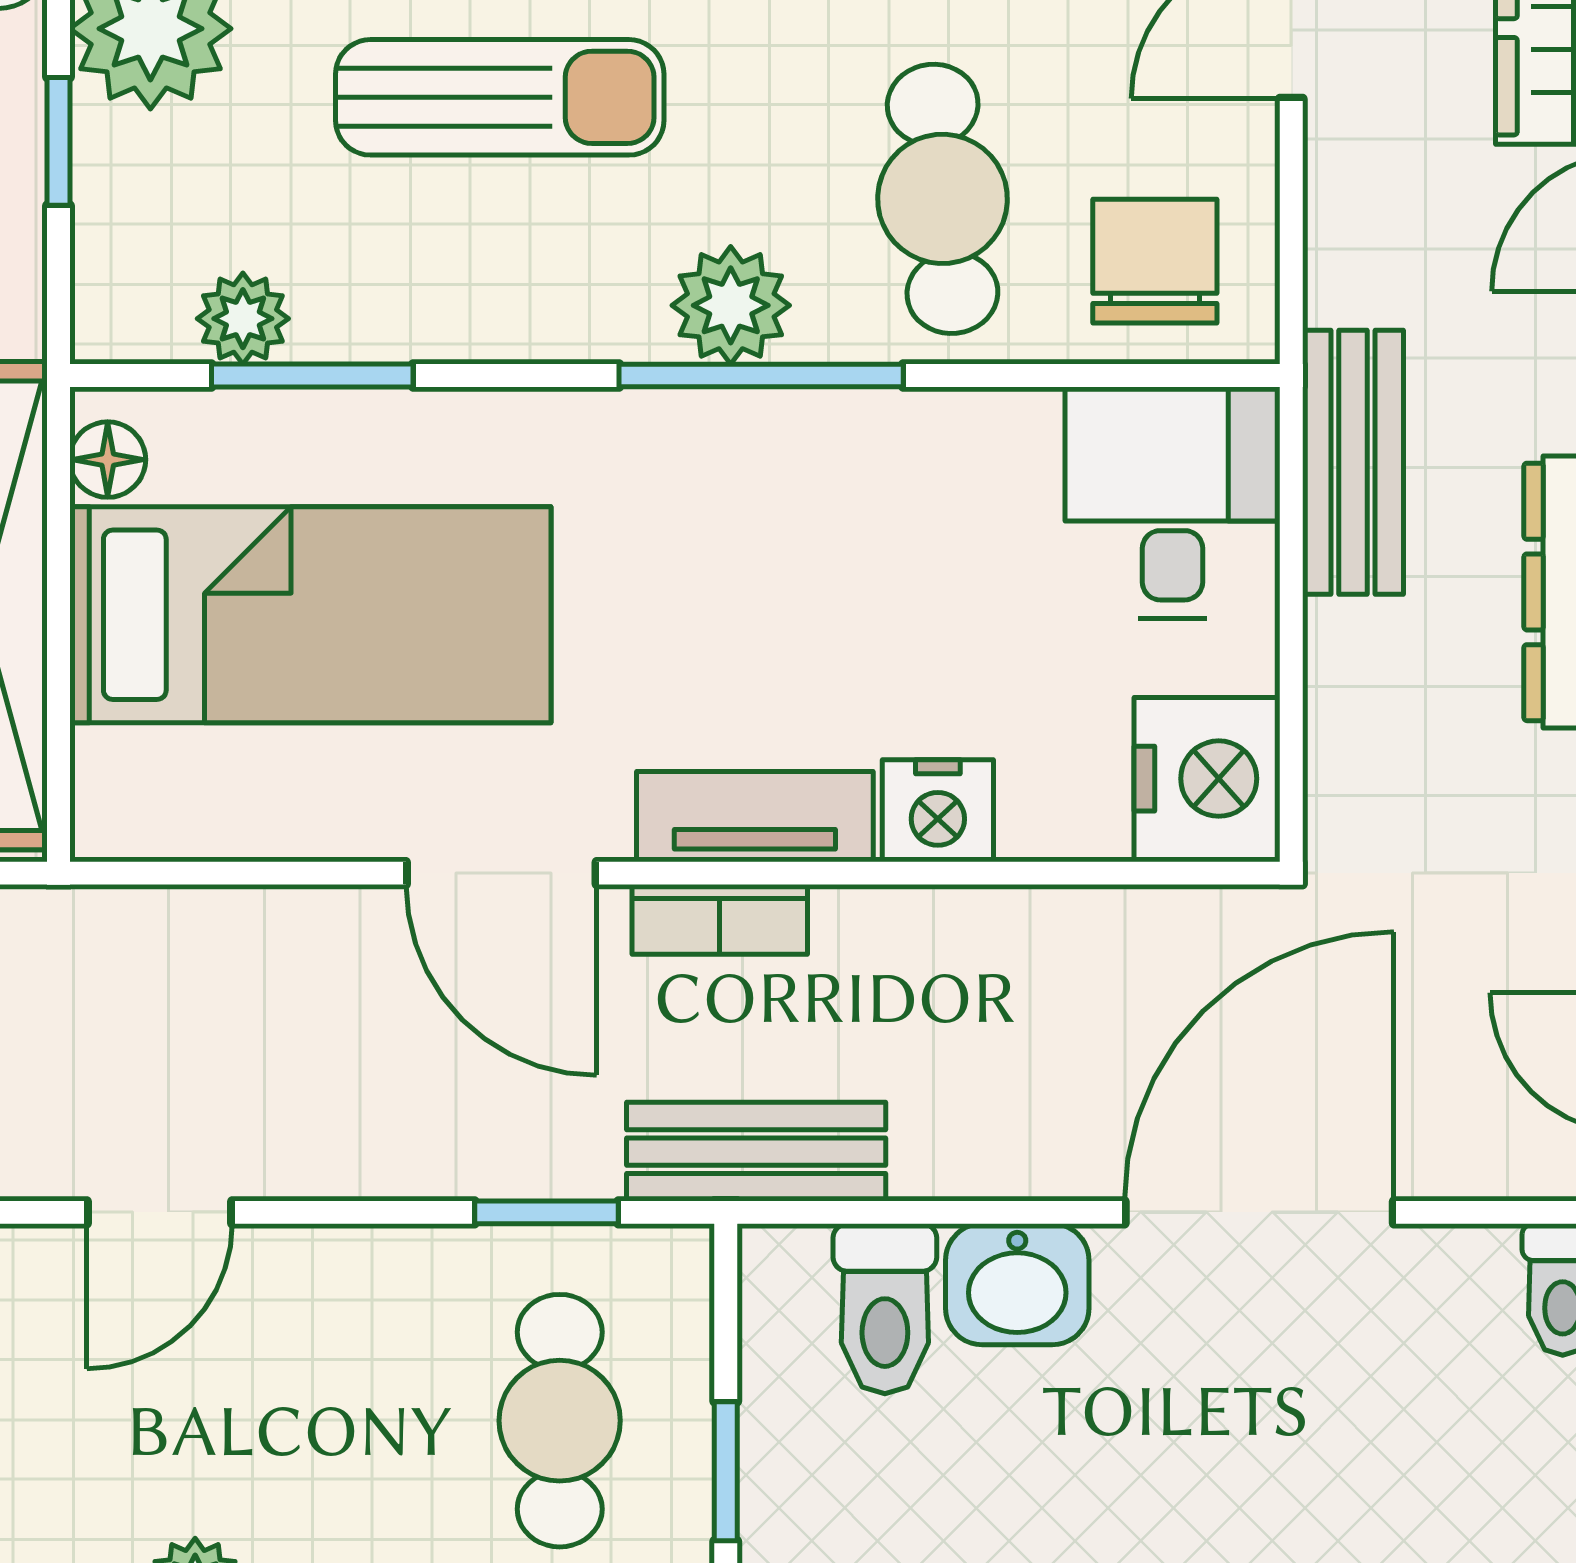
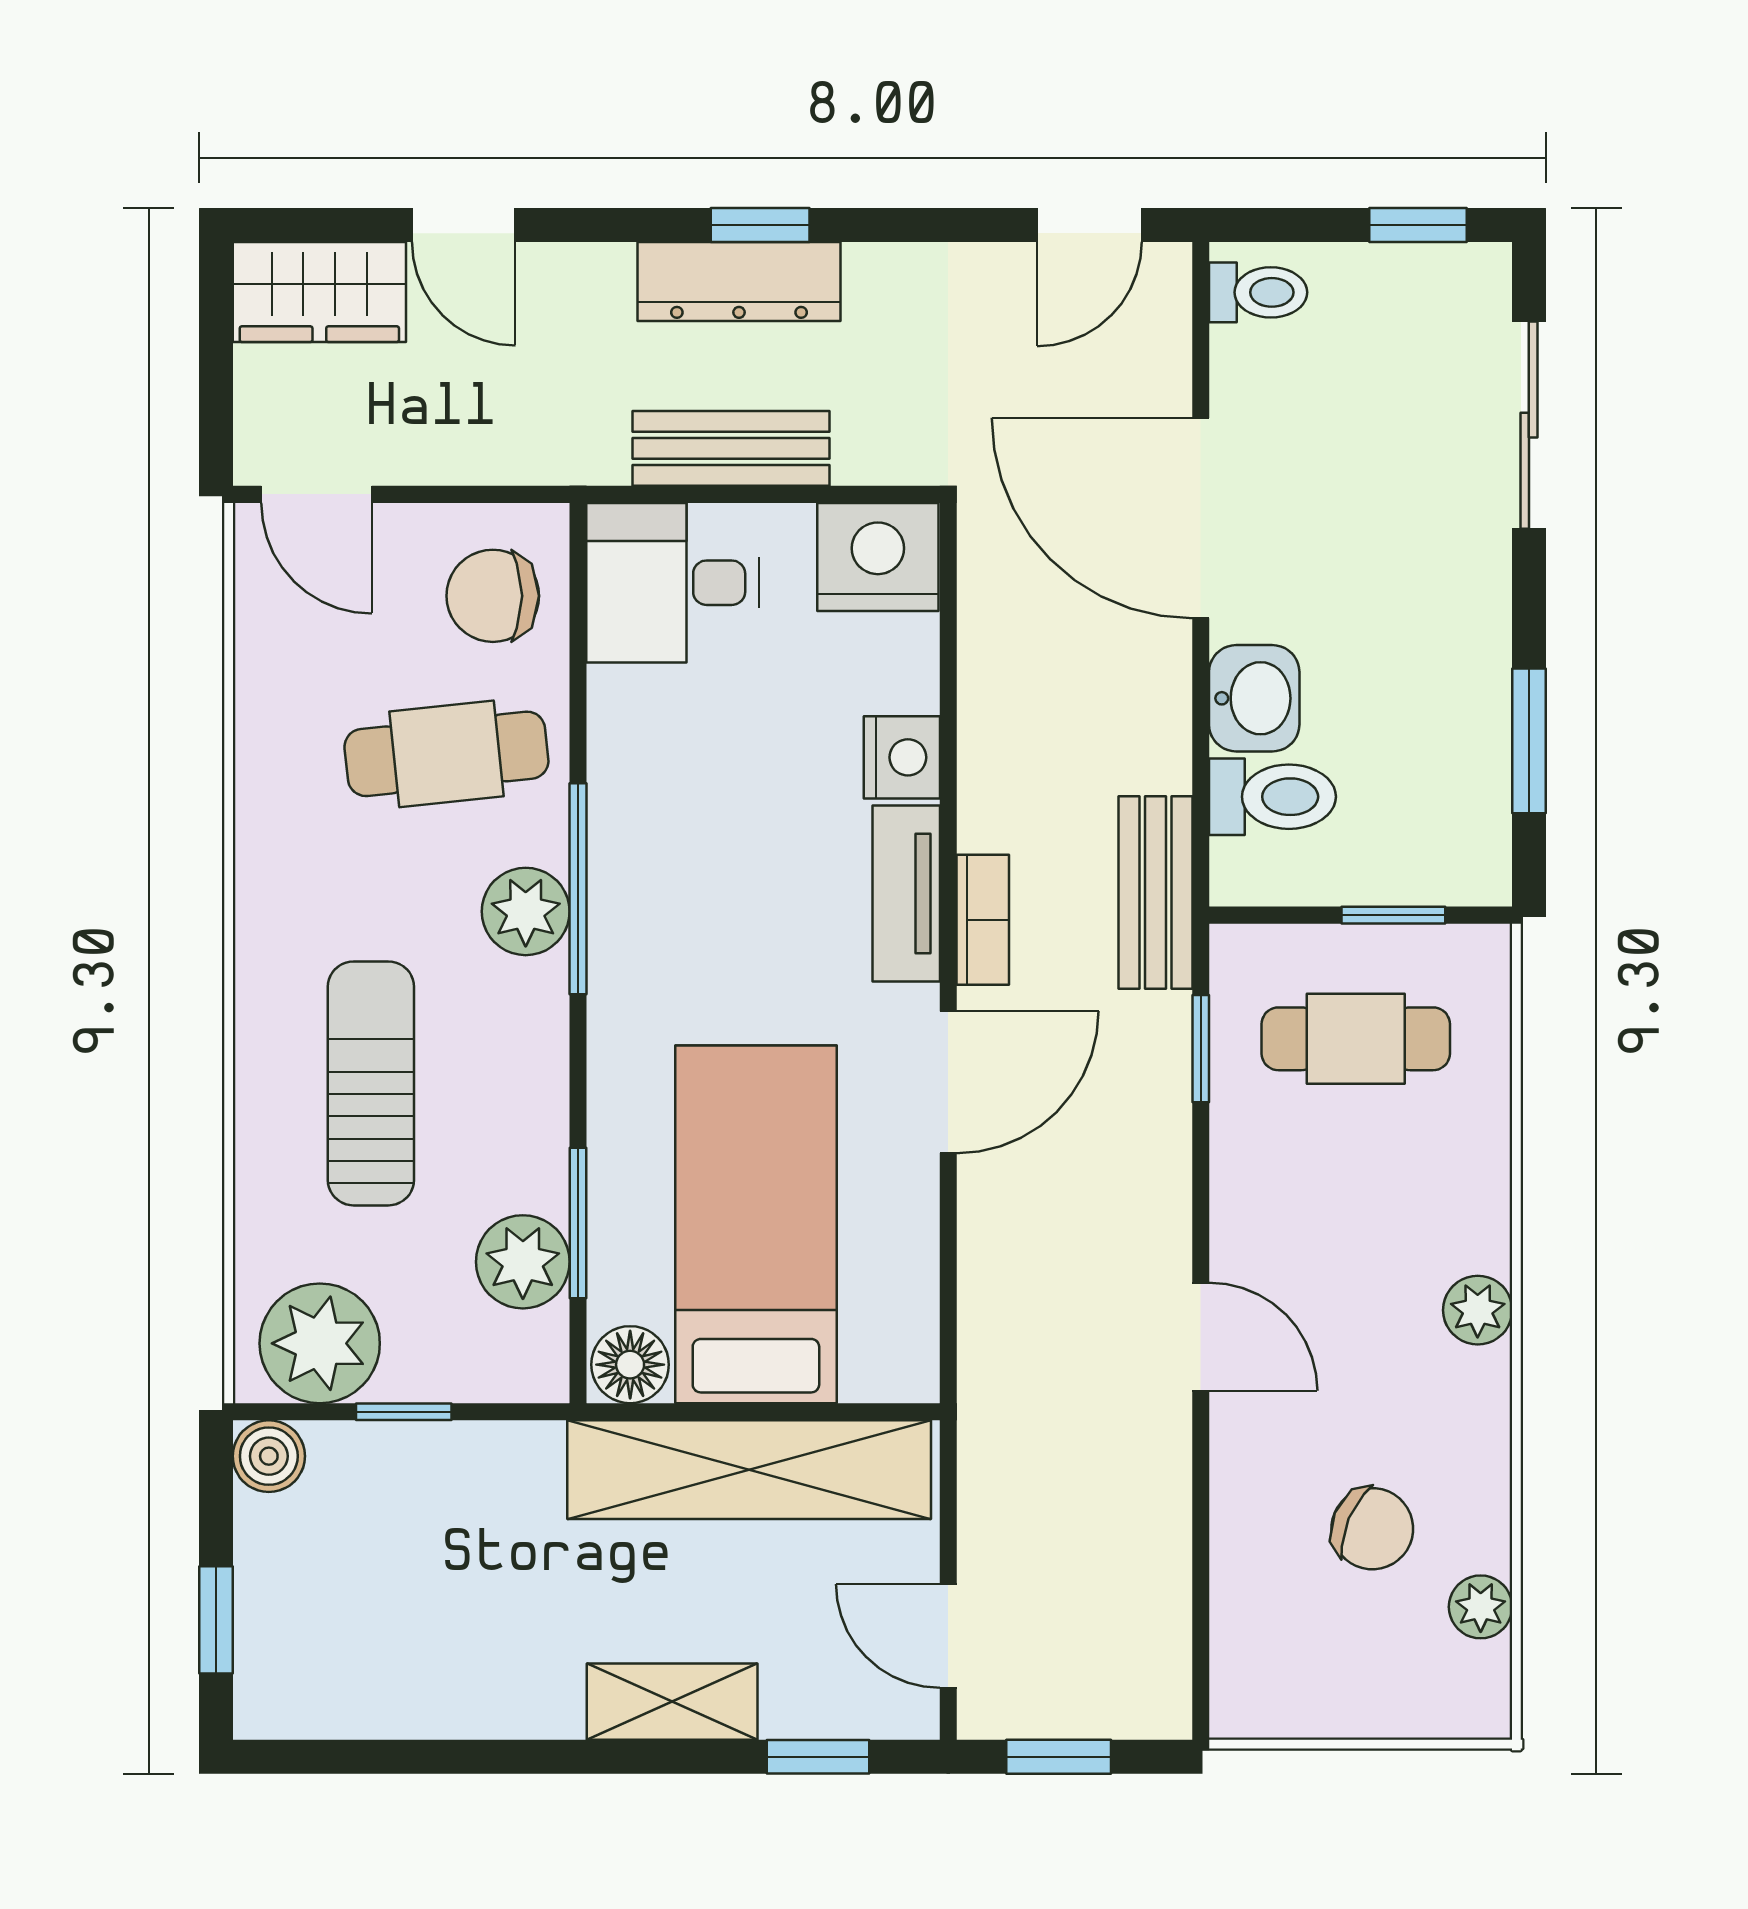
plant: (243, 319) -> (523, 1262), width x1.38, depth x1.38
floor lamp: (108, 460) -> (630, 1365), width x1.37, depth x1.37
bench: (1353, 462) -> (731, 448), moved

